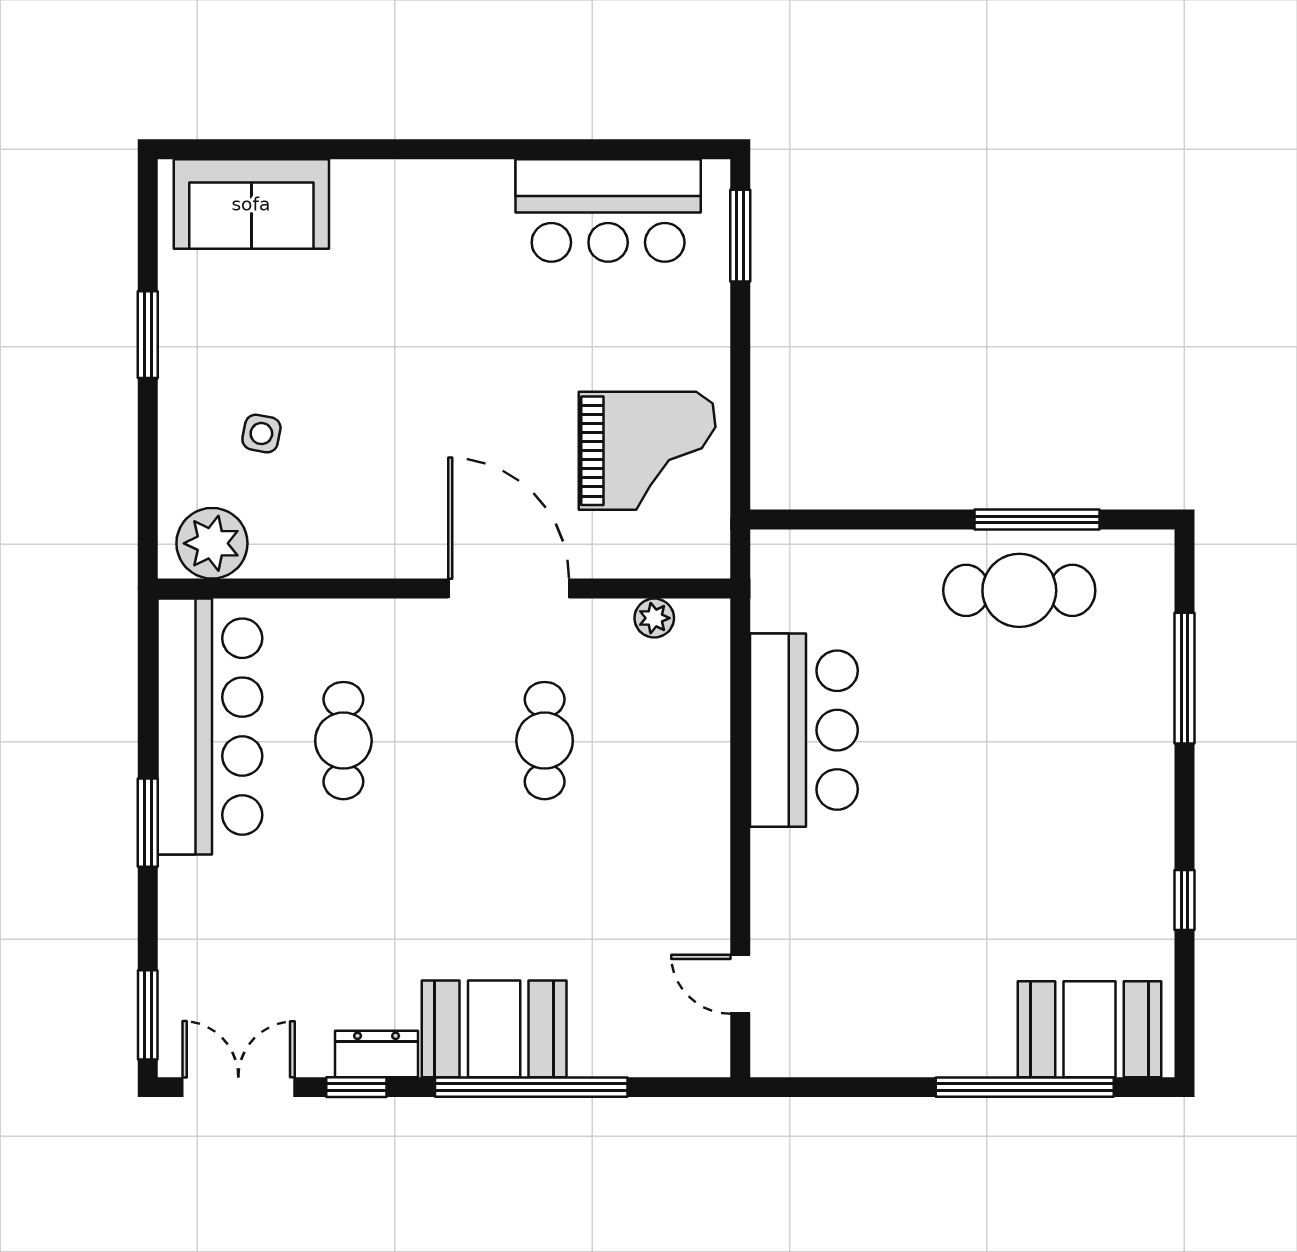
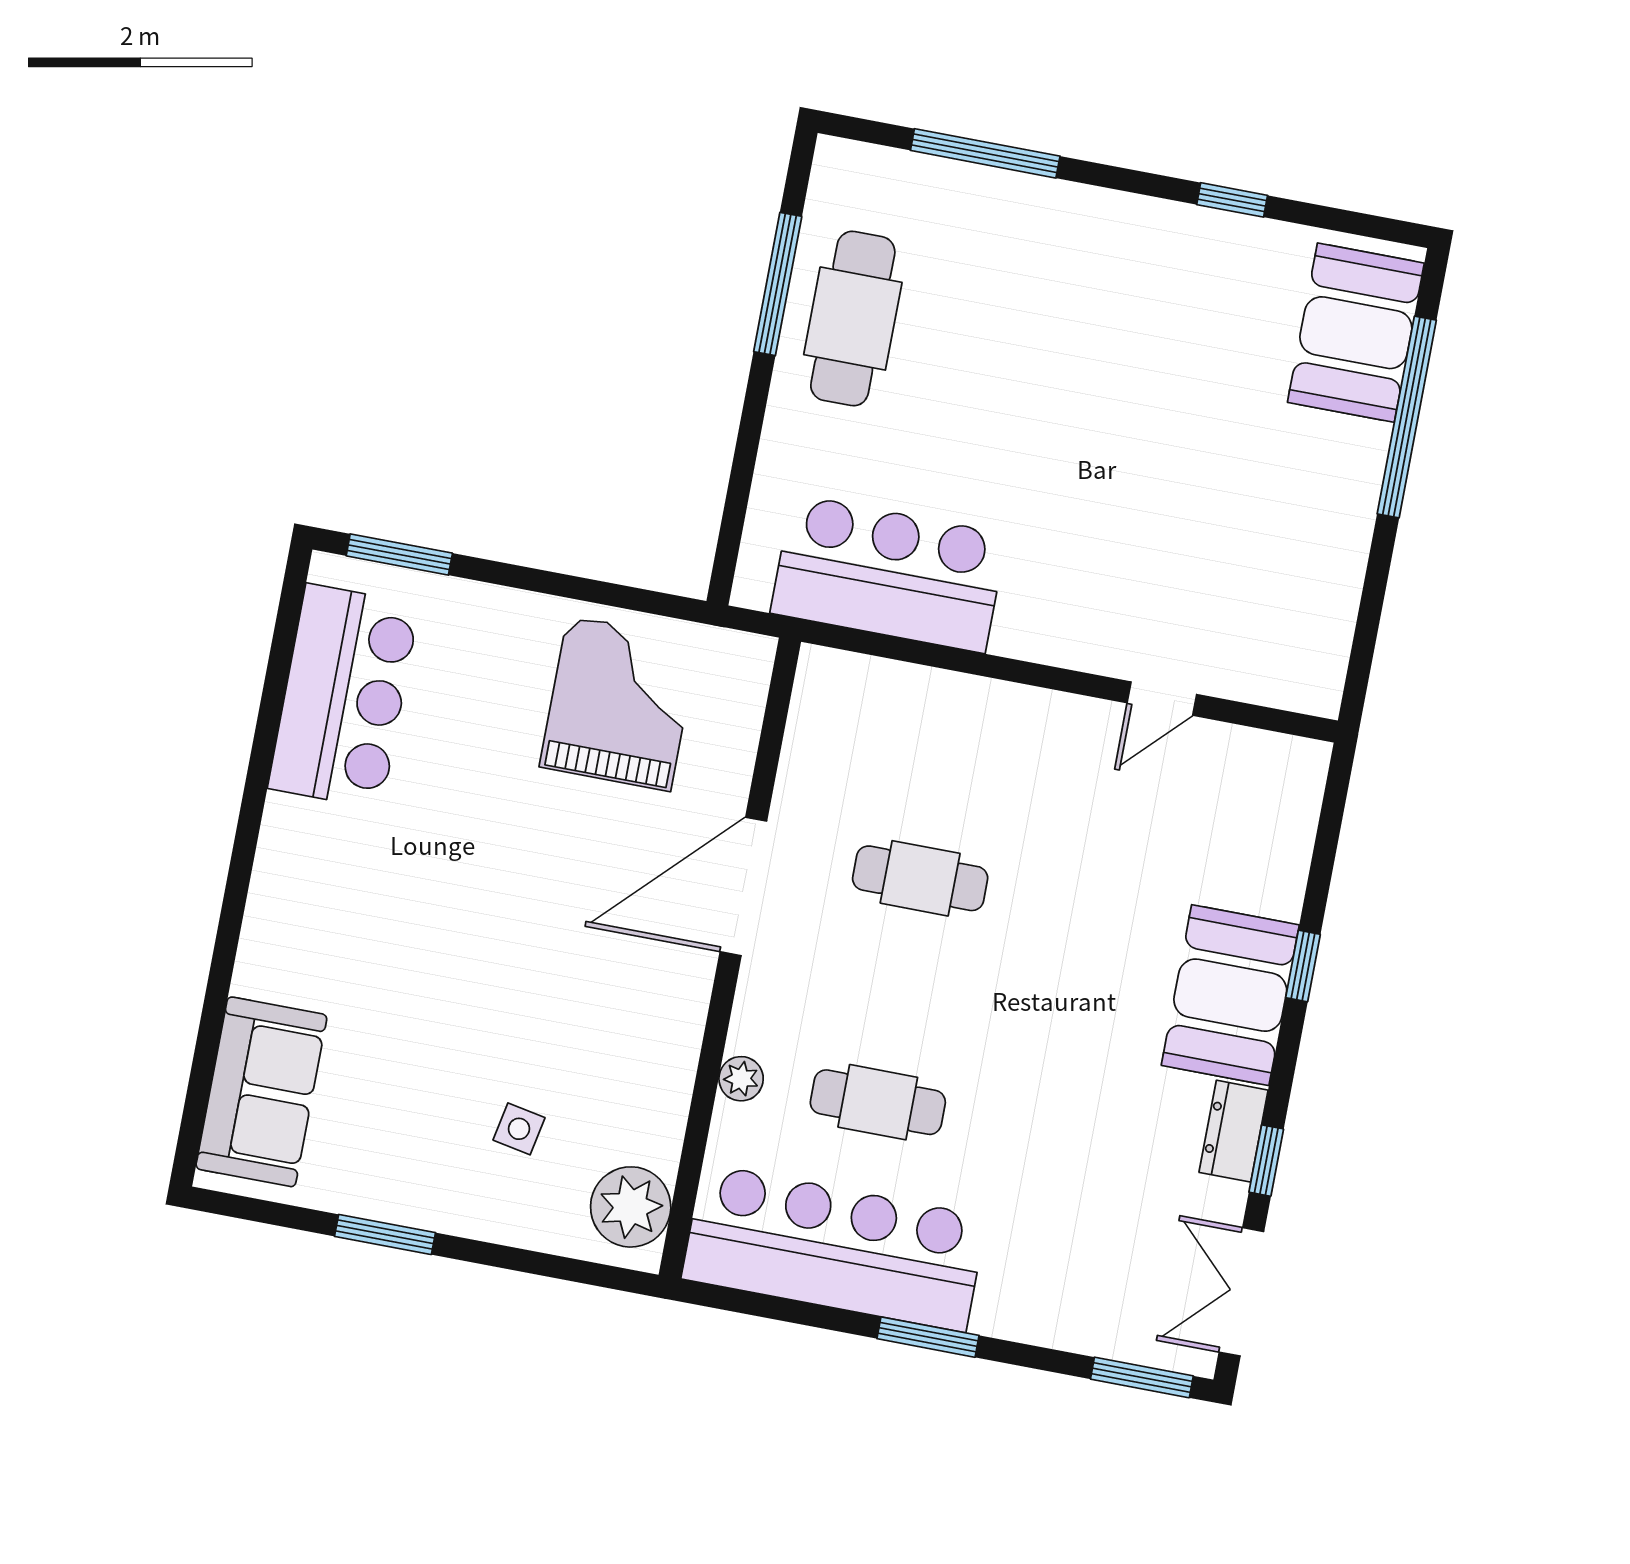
plant: (654, 618) -> (741, 1079), moved
bar counter: (804, 730) -> (889, 574), moved
door: (740, 984) -> (1162, 699), moved
window: (531, 1087) -> (1303, 966), width x0.32

